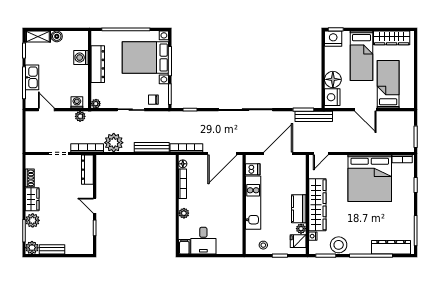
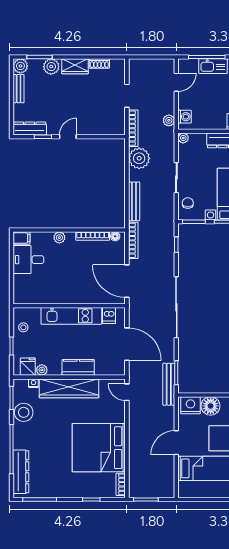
dresser: (87, 170) -> (30, 128), moved
kitchen counter: (299, 209) -> (78, 367), moved

